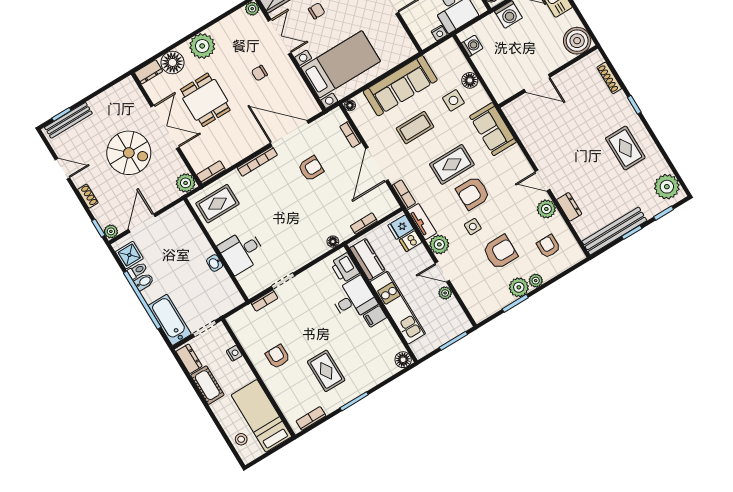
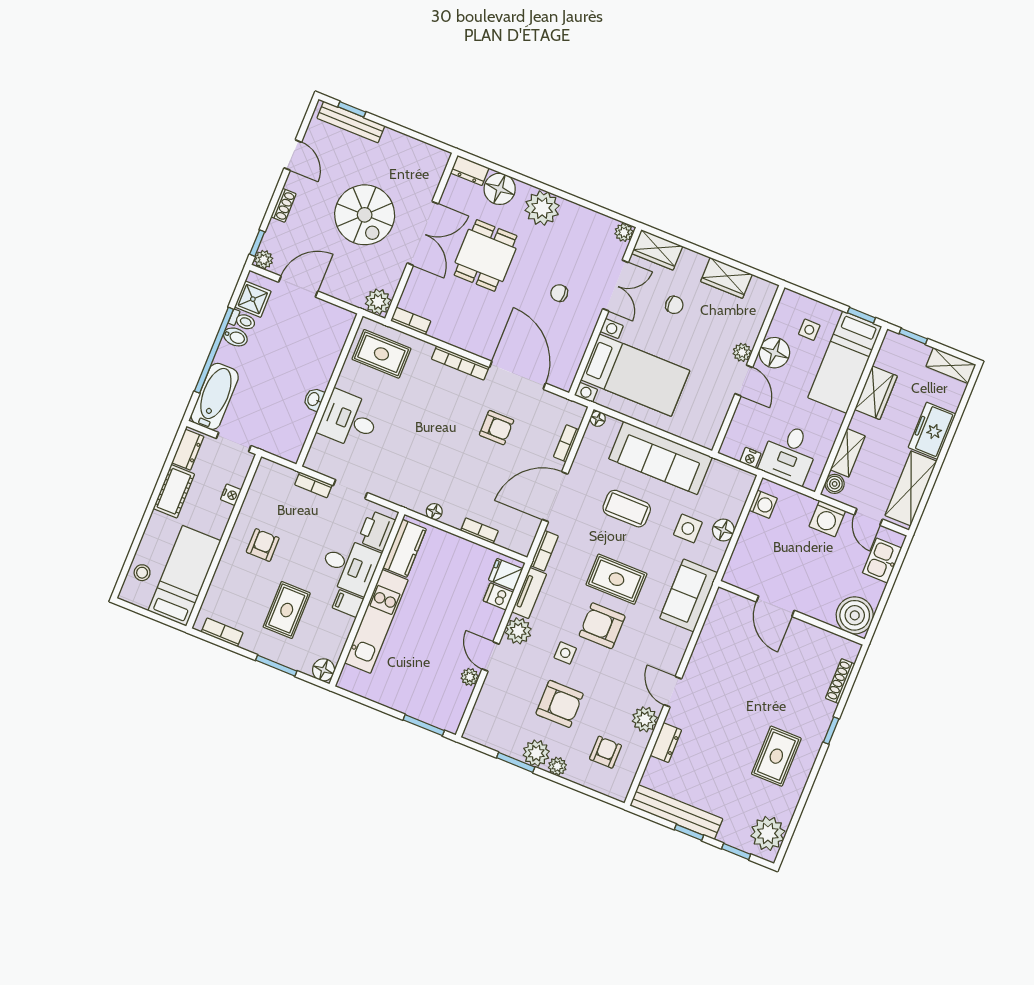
kitchen counter: (367, 259) -> (405, 548), moved
printer: (345, 268) -> (377, 531), moved
desk: (354, 299) -> (350, 566), moved
wall: (381, 303) -> (367, 599), moved
kitchen unit: (398, 308) -> (376, 621), moved
filing cabinet: (375, 316) -> (348, 604), moved
floor lamp: (403, 360) -> (324, 670), moved

